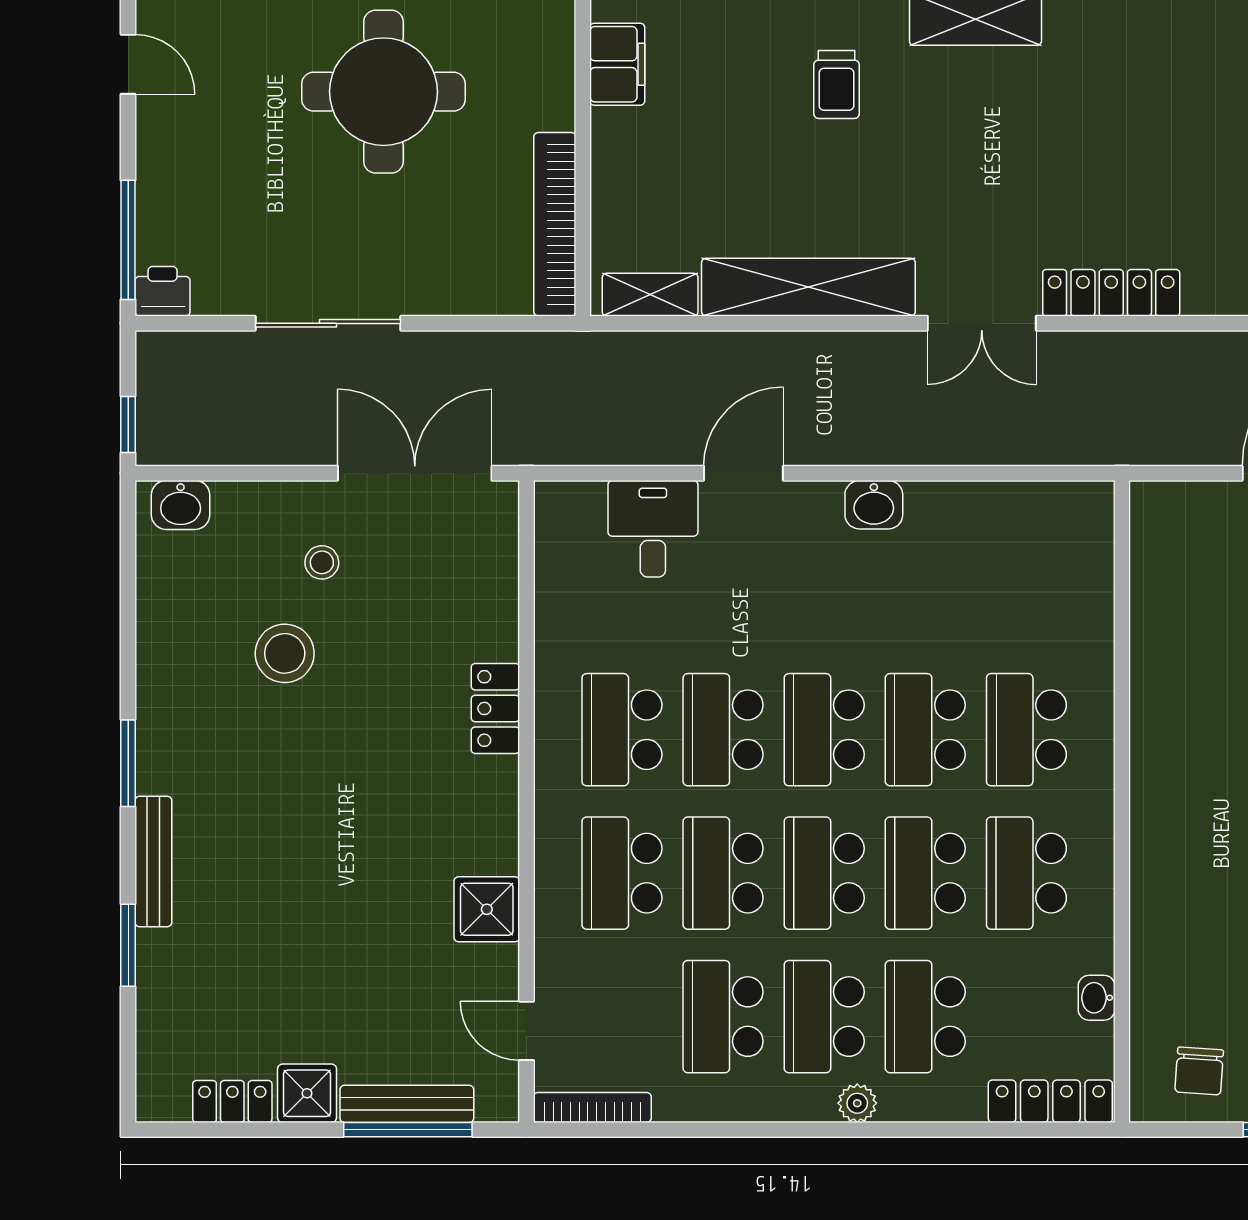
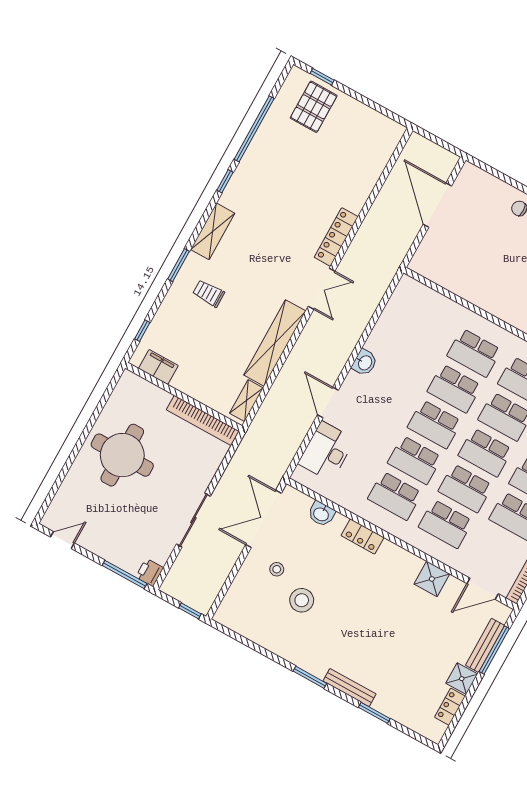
trolley: (836, 85) -> (209, 293), turned 180
washbasin: (181, 505) -> (321, 514), moved, turned 90
desk: (653, 529) -> (326, 451), width x1.37
door: (526, 1031) -> (483, 589), width x1.38

